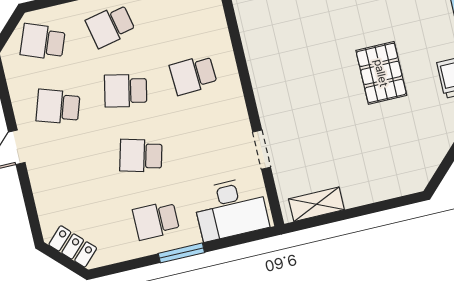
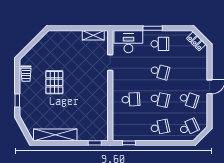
school desk: (43, 42) -> (189, 127), turned -45

